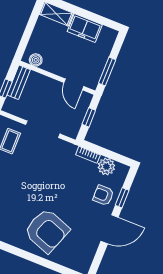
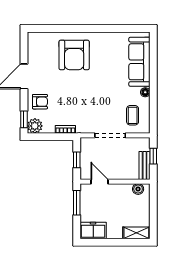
freezer: (85, 28) -> (93, 231), moved
plant: (106, 167) -> (35, 126), moved
window: (122, 198) -> (24, 119), moved
armchair: (47, 231) -> (74, 55), turned -110

